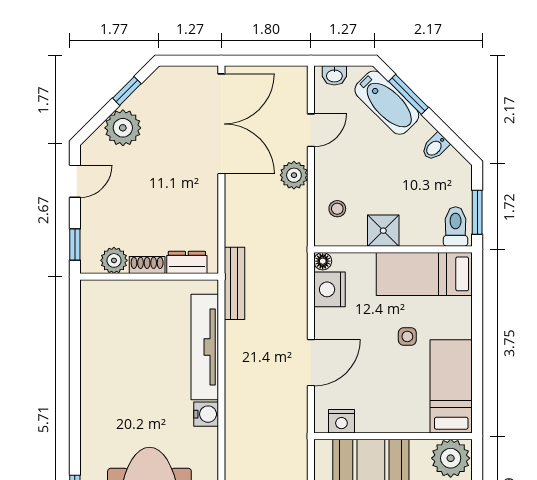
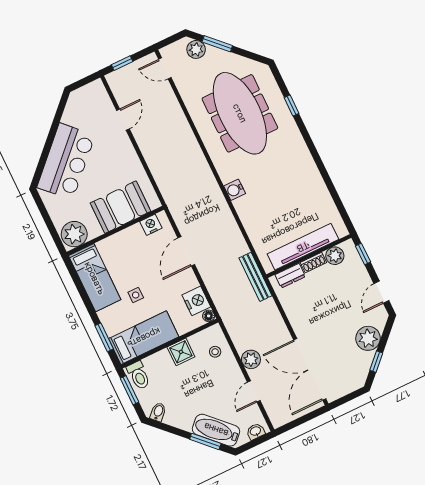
bidet: (435, 147) -> (158, 412), moved
window: (477, 300) -> (104, 337), added
tv unit: (205, 347) -> (303, 247), moved, turned -90

